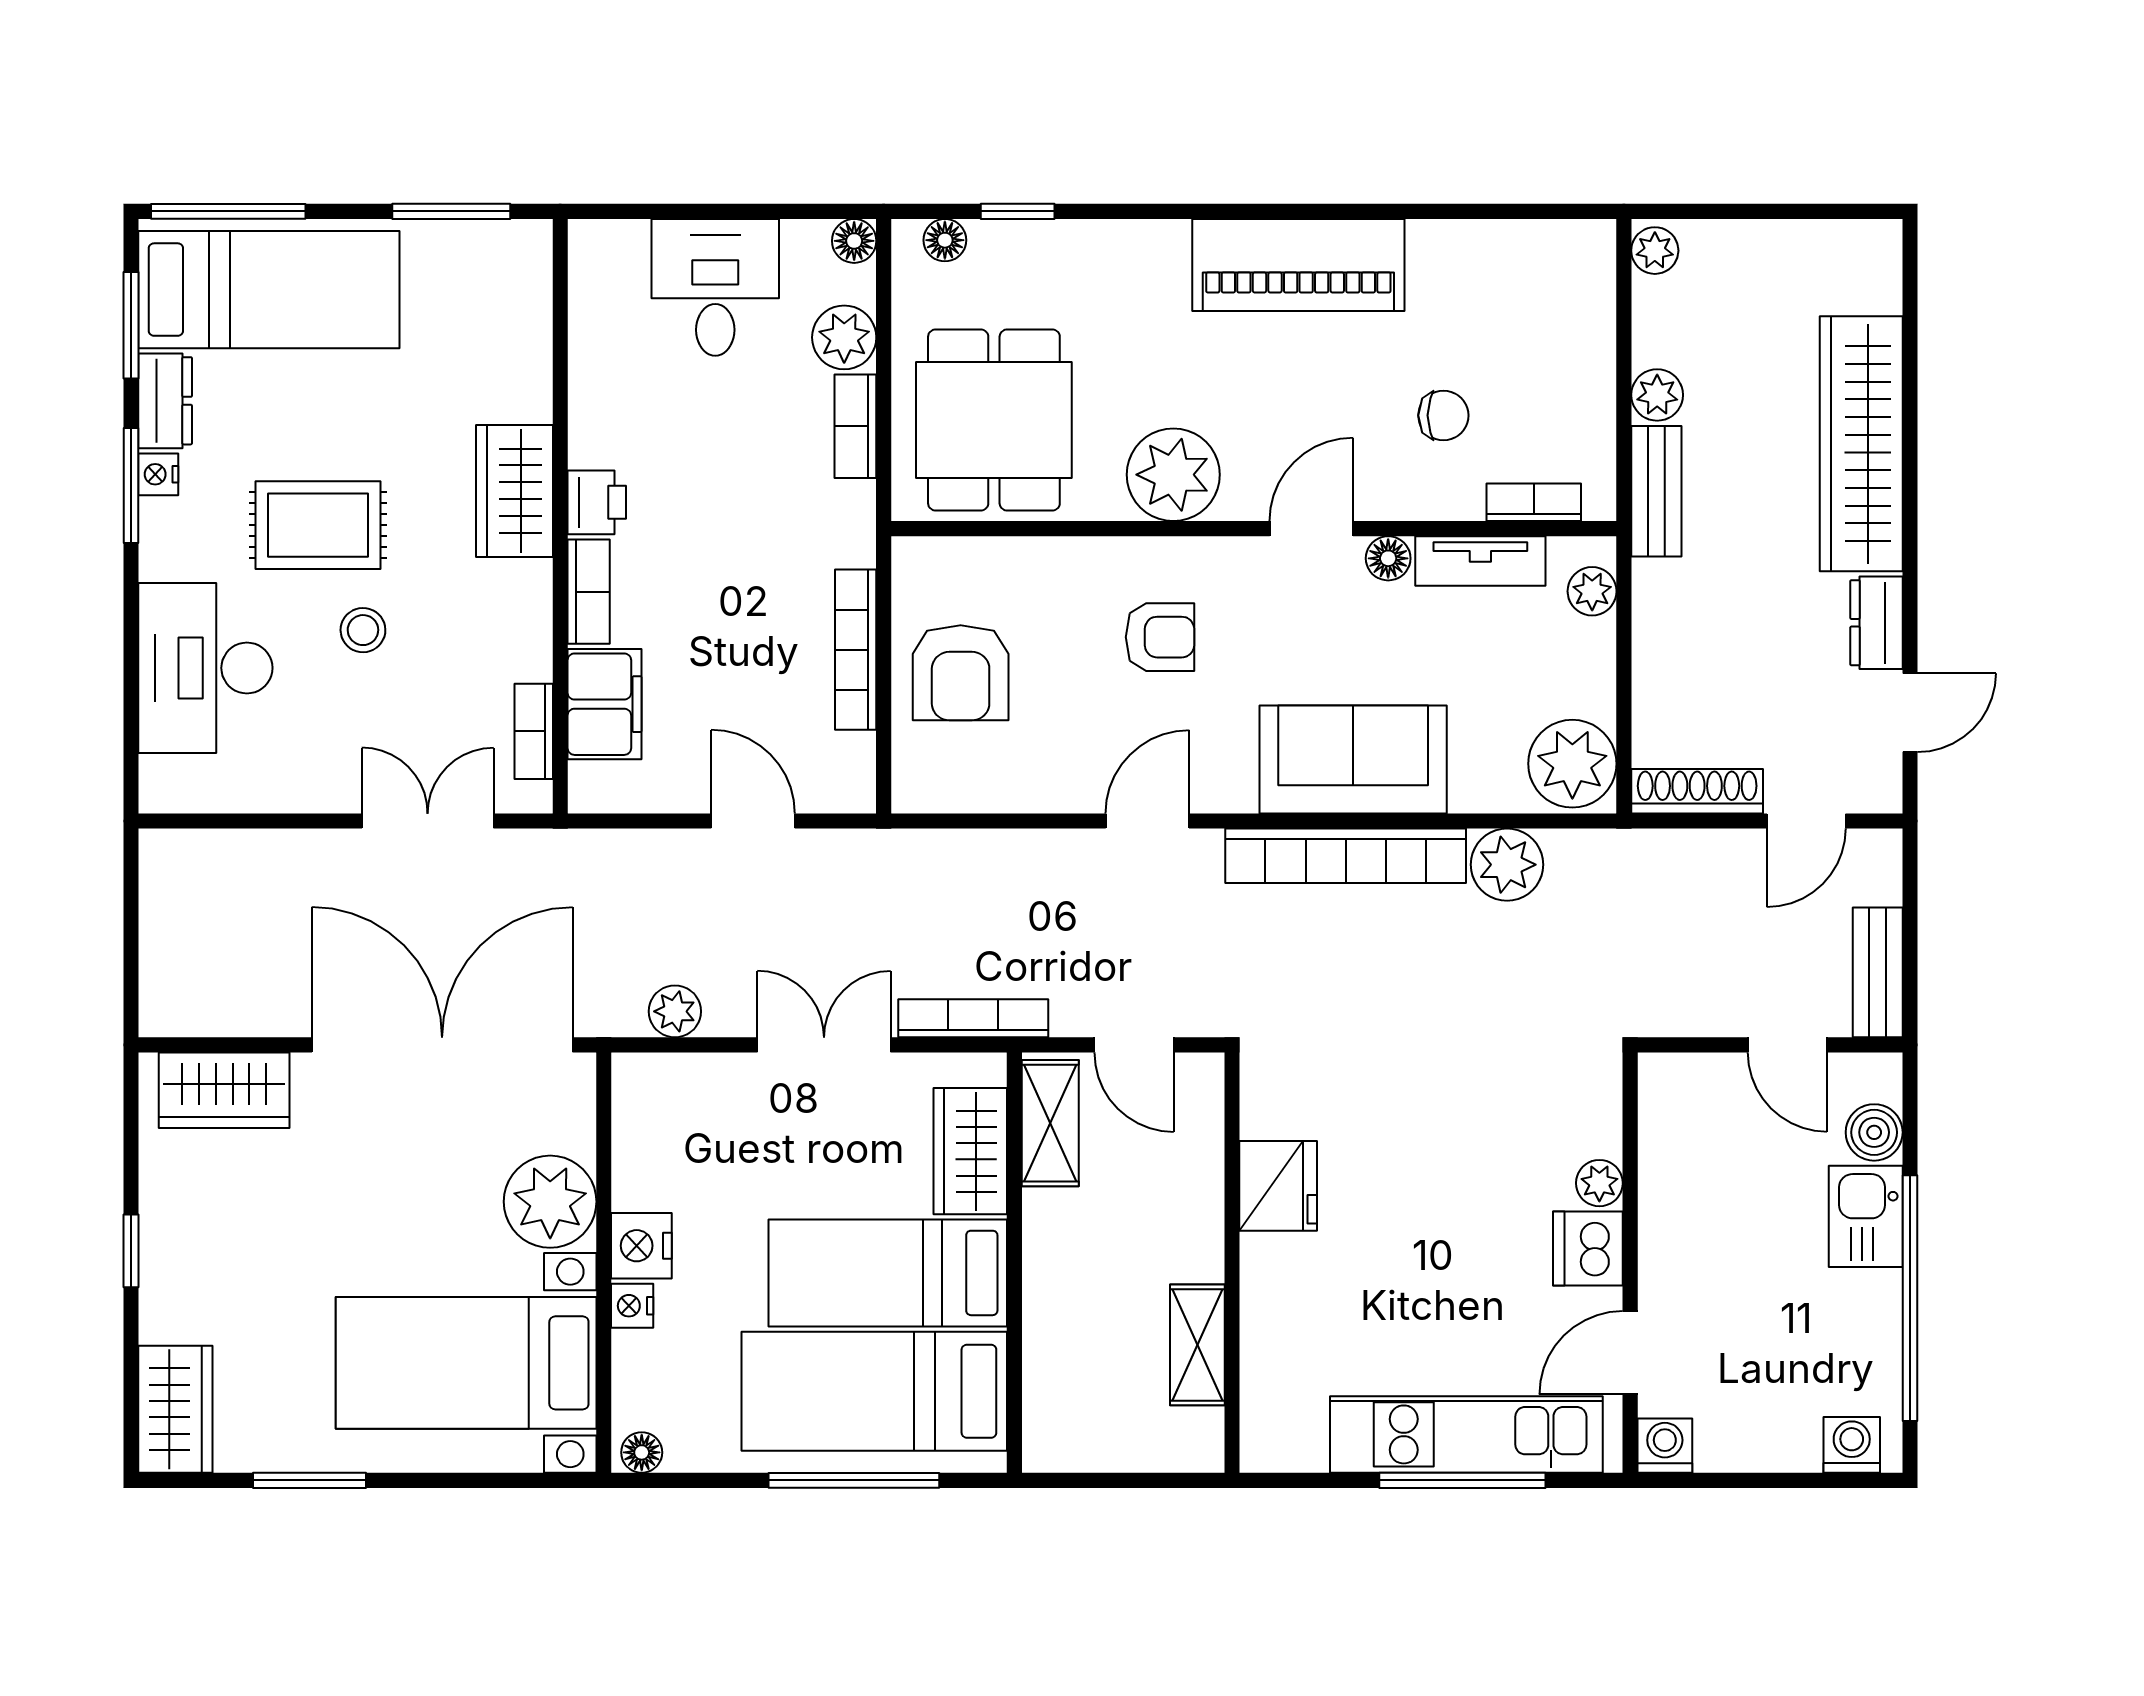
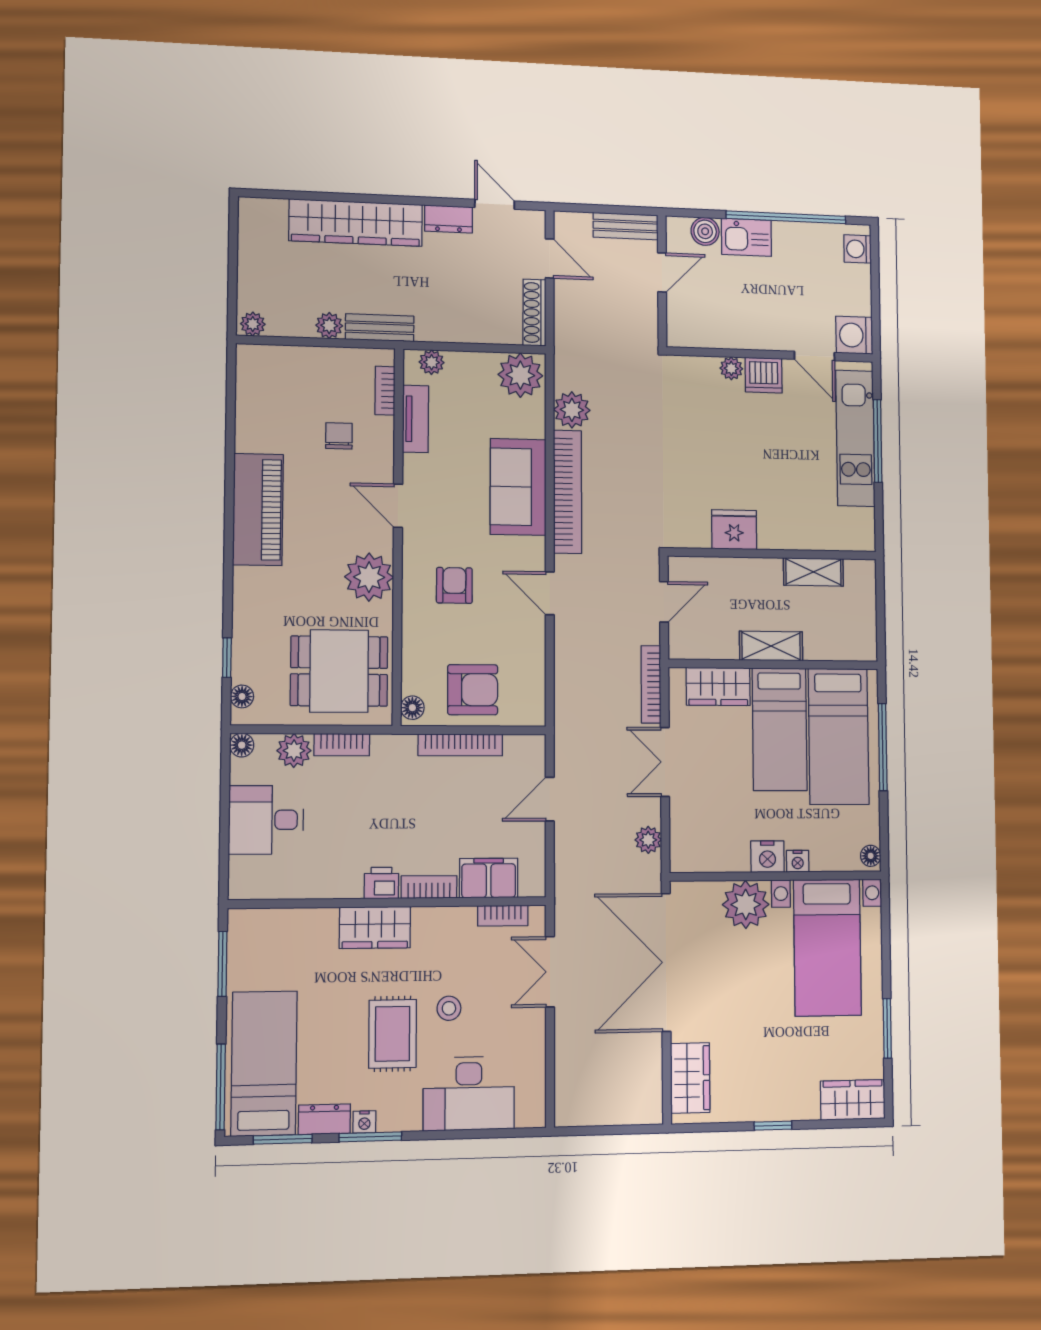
floor lamp: (1388, 558) -> (412, 708), moved
shelving: (1050, 1123) -> (771, 646), moved
washing machine: (1665, 1446) -> (854, 335), width x1.38, depth x1.38

